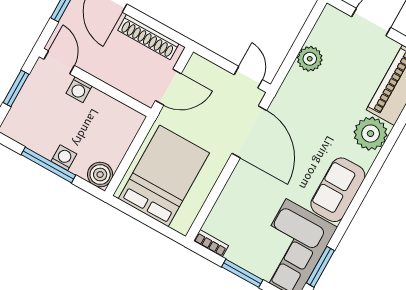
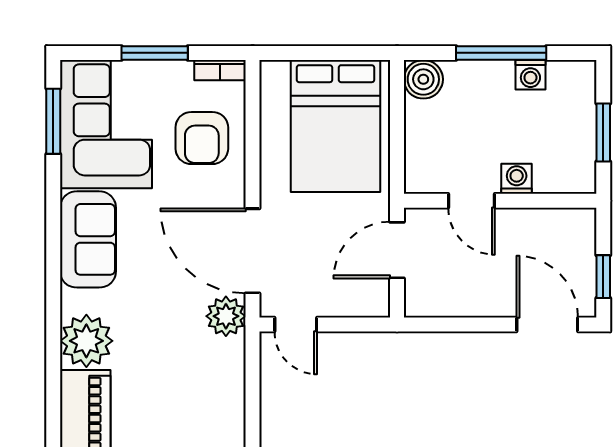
shoe rack: (148, 37) -> (462, 303), removed
plant: (310, 59) -> (226, 316), moved
door: (59, 62) -> (472, 201), moved
washing machine: (64, 158) -> (530, 75), moved
armchair: (242, 211) -> (202, 138), added

